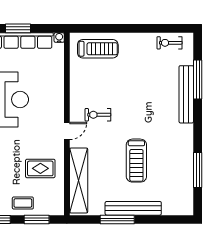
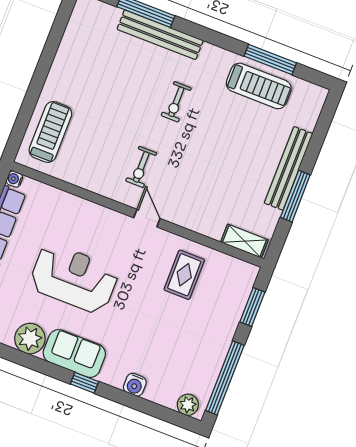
exercise bike: (170, 43) -> (176, 102), moved
treadmill: (136, 161) -> (259, 86), moved
shelving: (79, 180) -> (244, 241), width x0.45, depth x0.75
coffee table: (23, 203) -> (222, 317), removed

